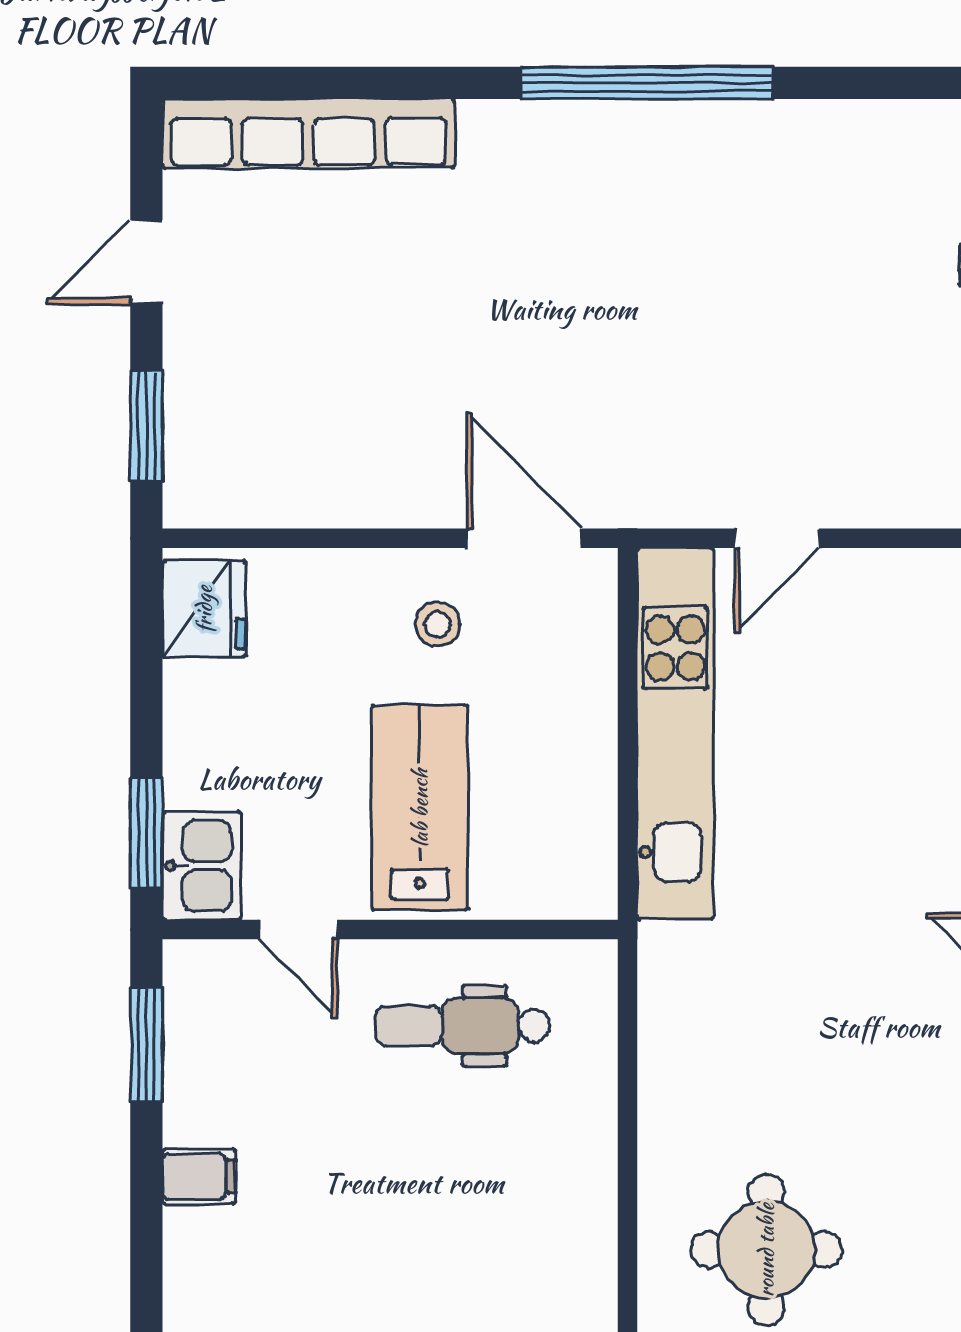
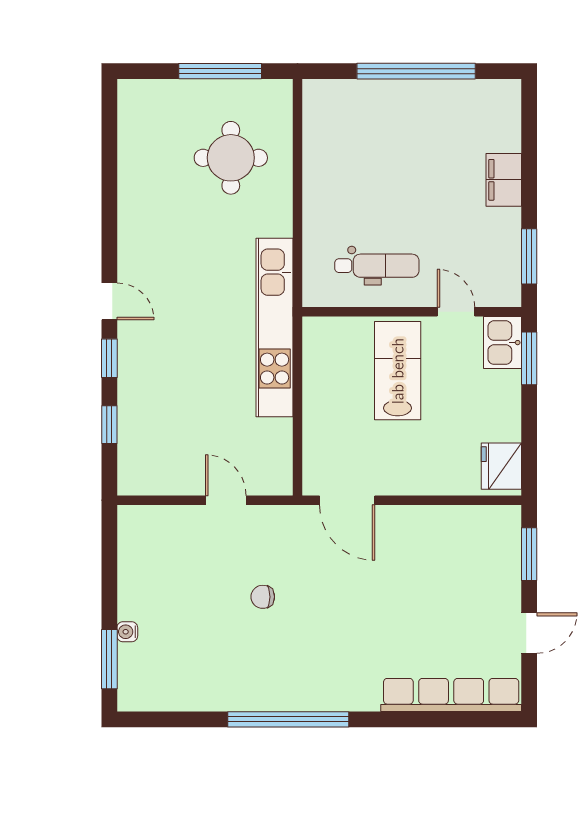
chair: (700, 337) -> (263, 597), added
door: (777, 538) -> (226, 500), hinge flipped
stool: (438, 624) -> (389, 459), removed
kitchen unit: (675, 733) -> (275, 327), moved
lab bench: (420, 808) -> (398, 371), turned 180
filing cabinet: (199, 1176) -> (504, 180), width x2.00

